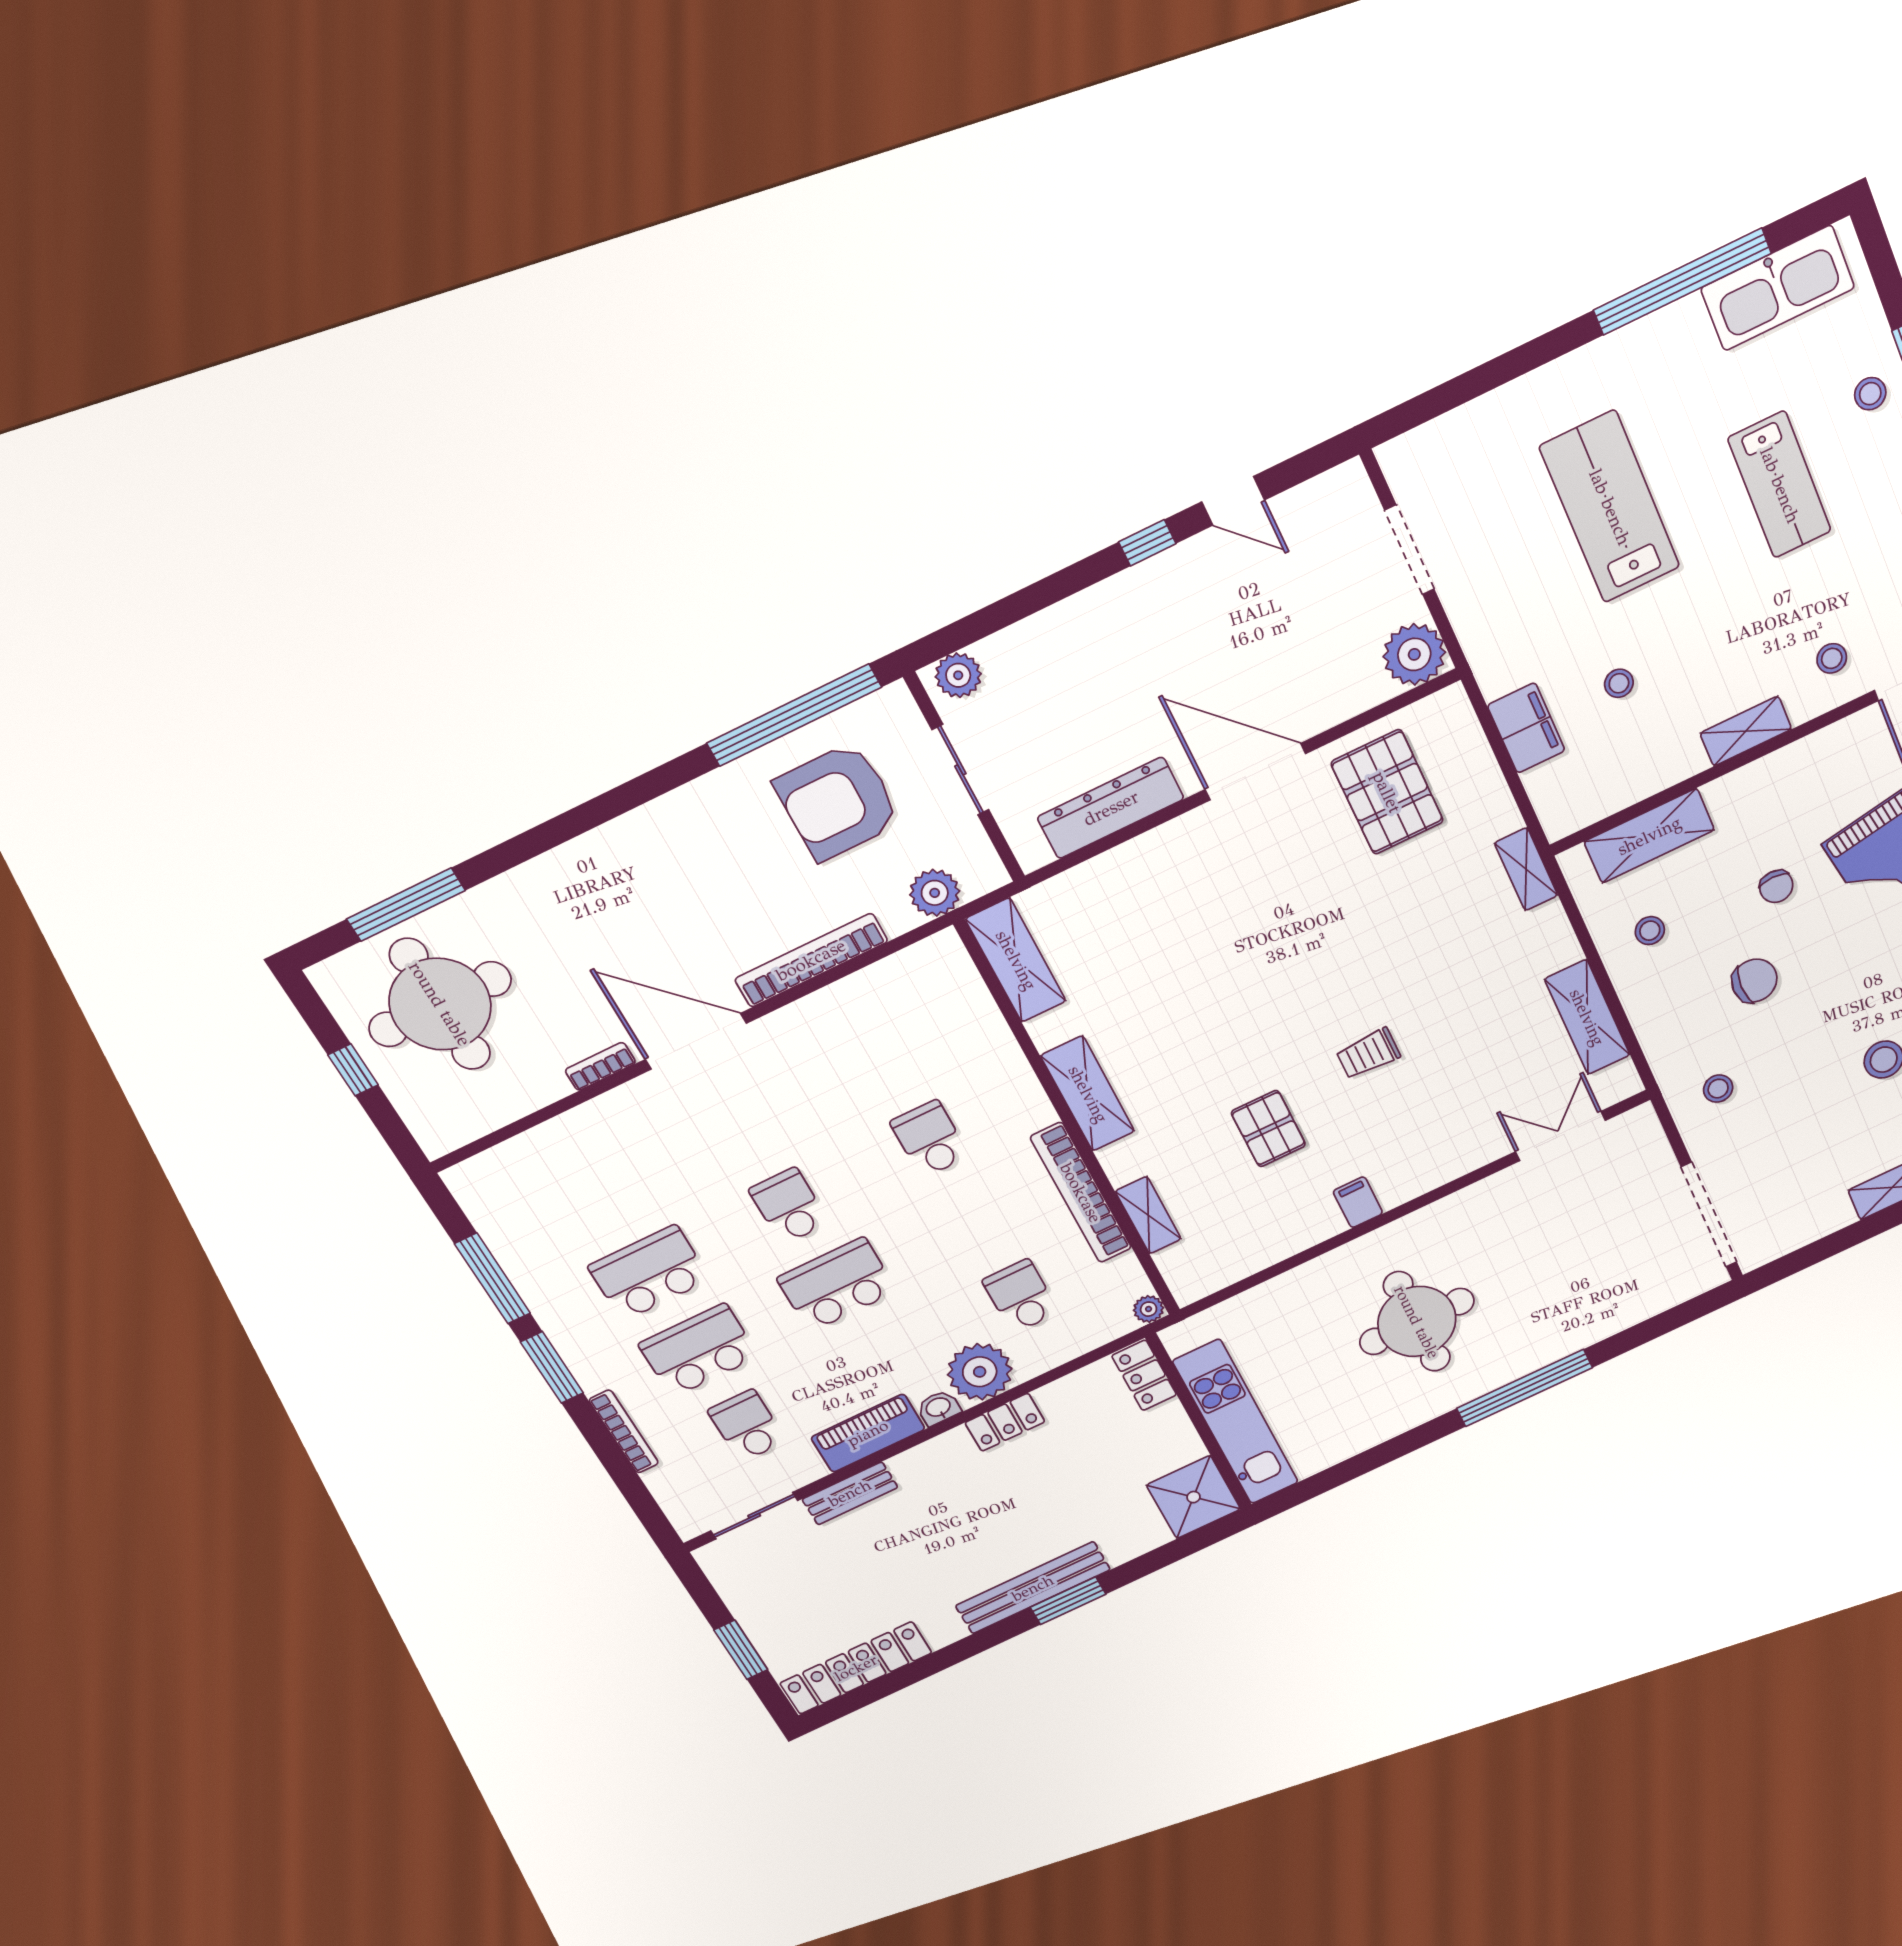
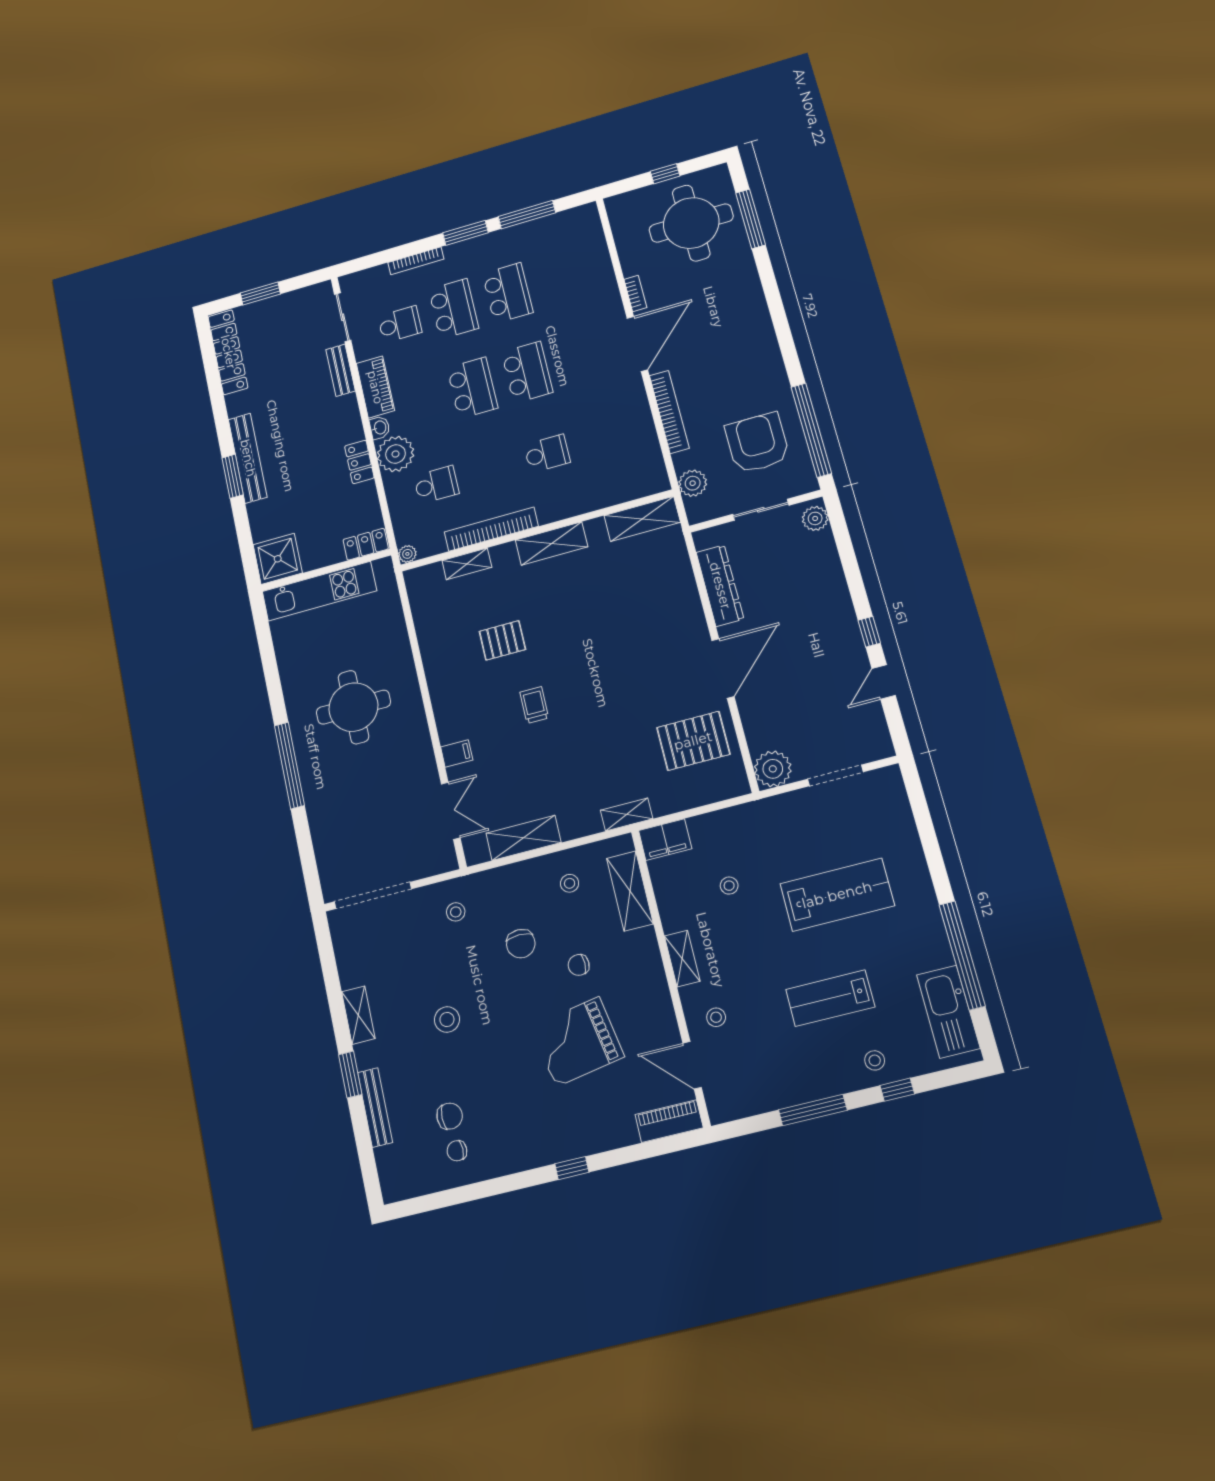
filing cabinet: (1526, 728) -> (665, 840), moved
filing cabinet: (1358, 1202) -> (457, 753), moved
school desk: (789, 1206) -> (527, 372), width x1.85

